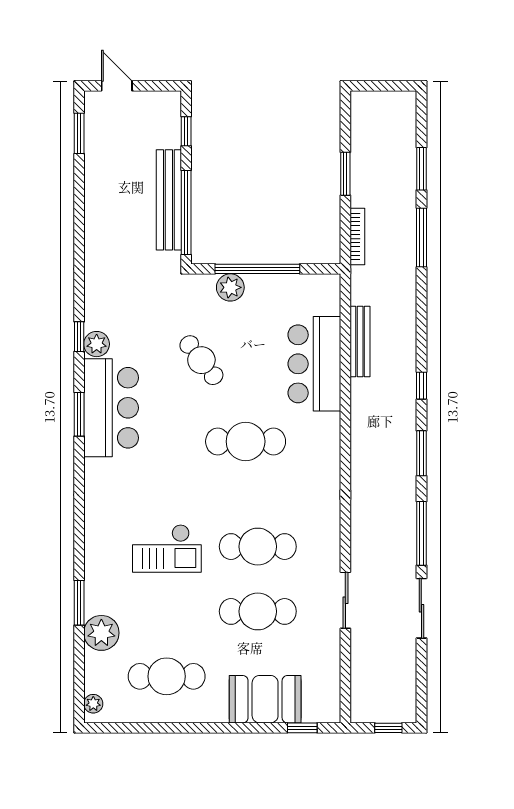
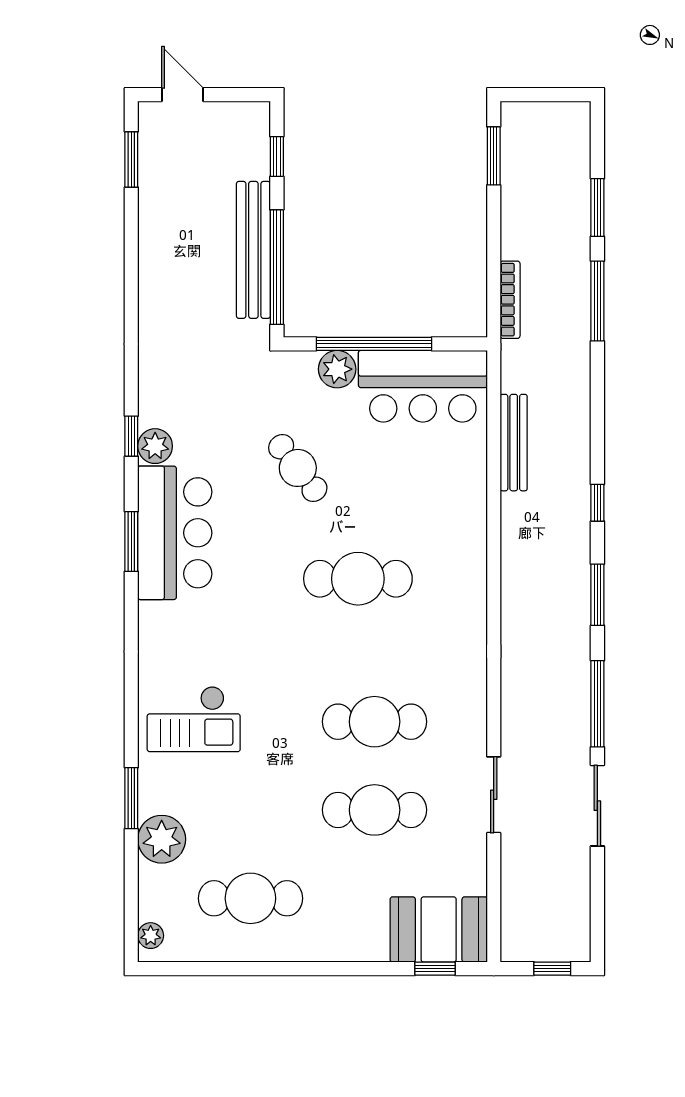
window: (345, 174) -> (494, 156), moved
bar counter: (314, 364) -> (423, 386), moved, turned -90
checkout: (167, 548) -> (194, 719), moved
booth: (265, 699) -> (439, 929), moved

